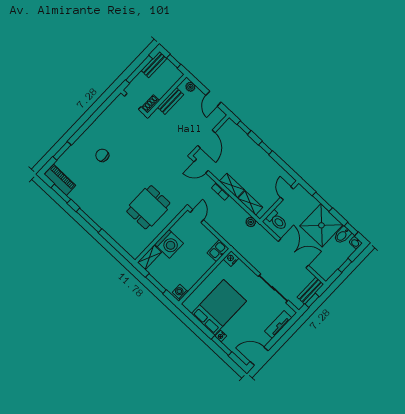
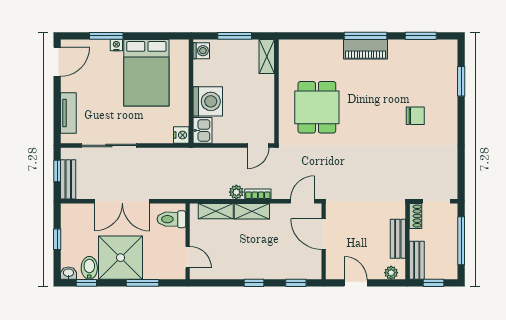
bench: (154, 65) -> (417, 260), moved
piano: (60, 180) -> (365, 49), moved
door: (197, 216) -> (258, 145), hinge flipped
plant: (251, 222) -> (236, 192), moved
washing machine: (169, 244) -> (208, 101), moved, turned 180

